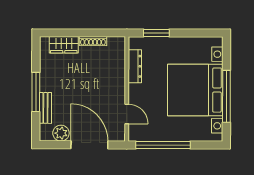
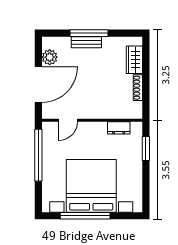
dresser: (135, 66) -> (119, 128), width x0.70
bench: (45, 108) -> (86, 42), moved

